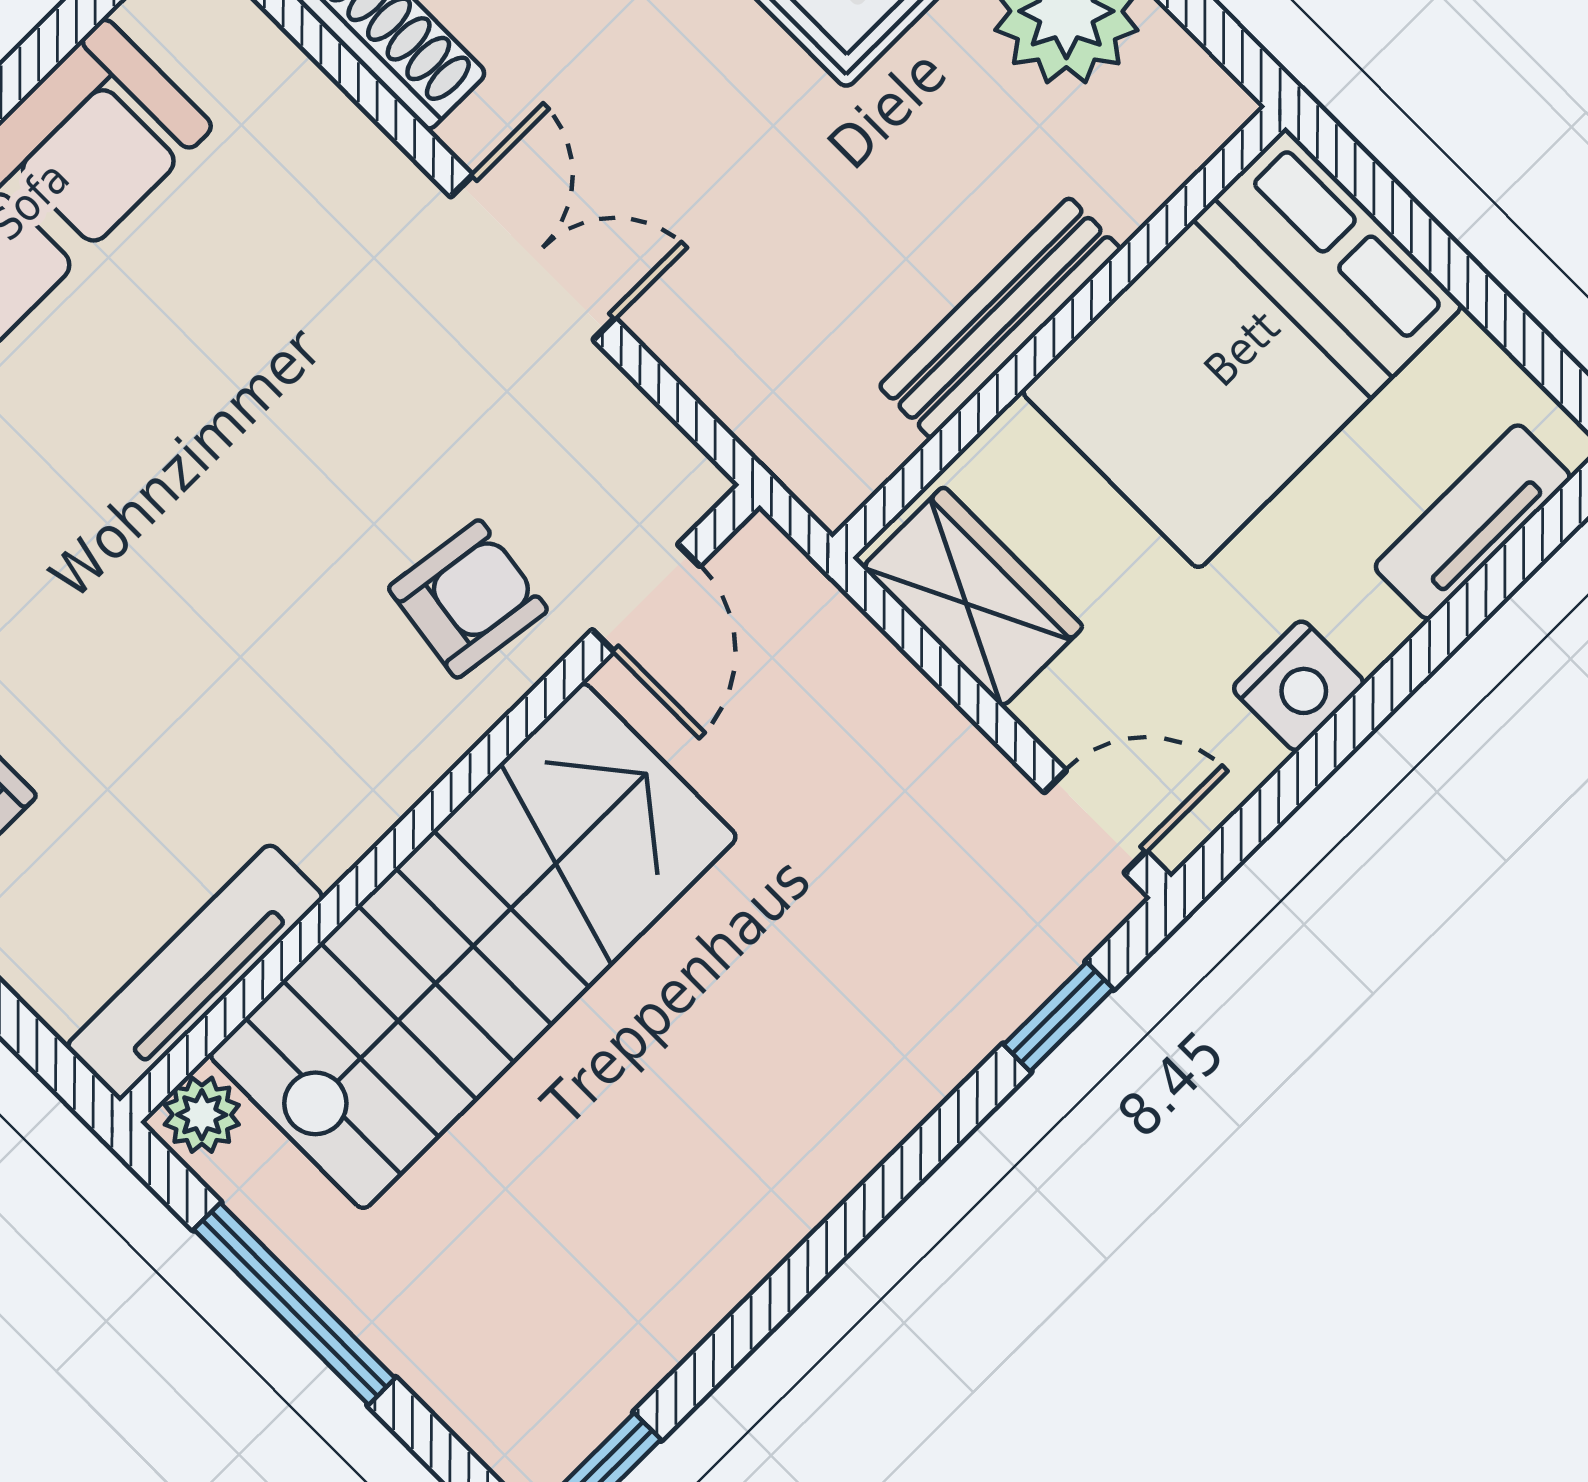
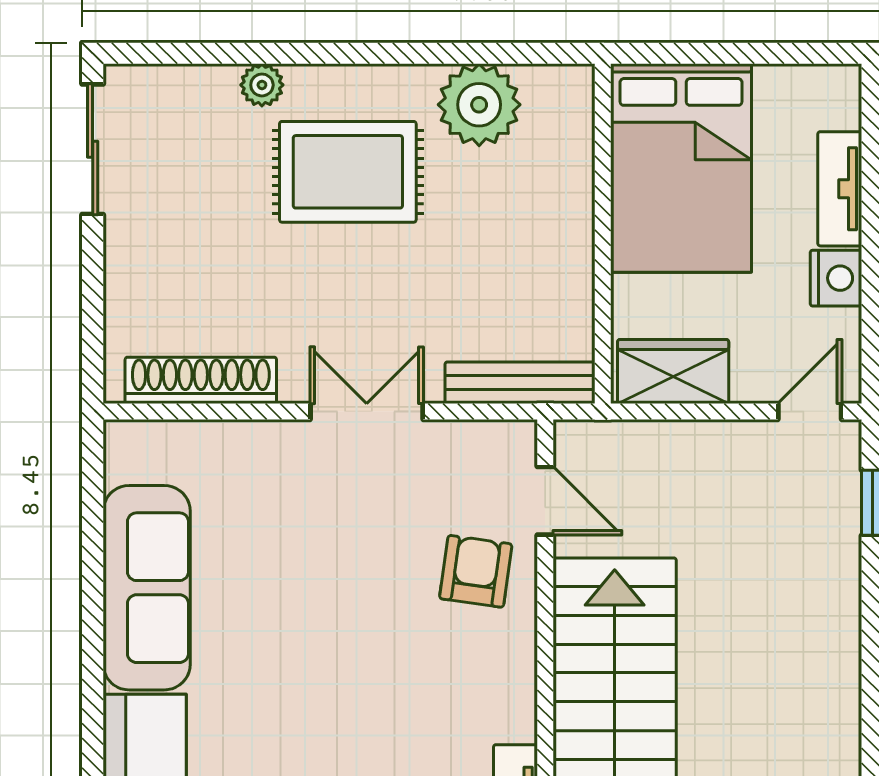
bench: (1000, 318) -> (520, 383), moved, turned 90
tv unit: (1473, 522) -> (840, 189), moved

